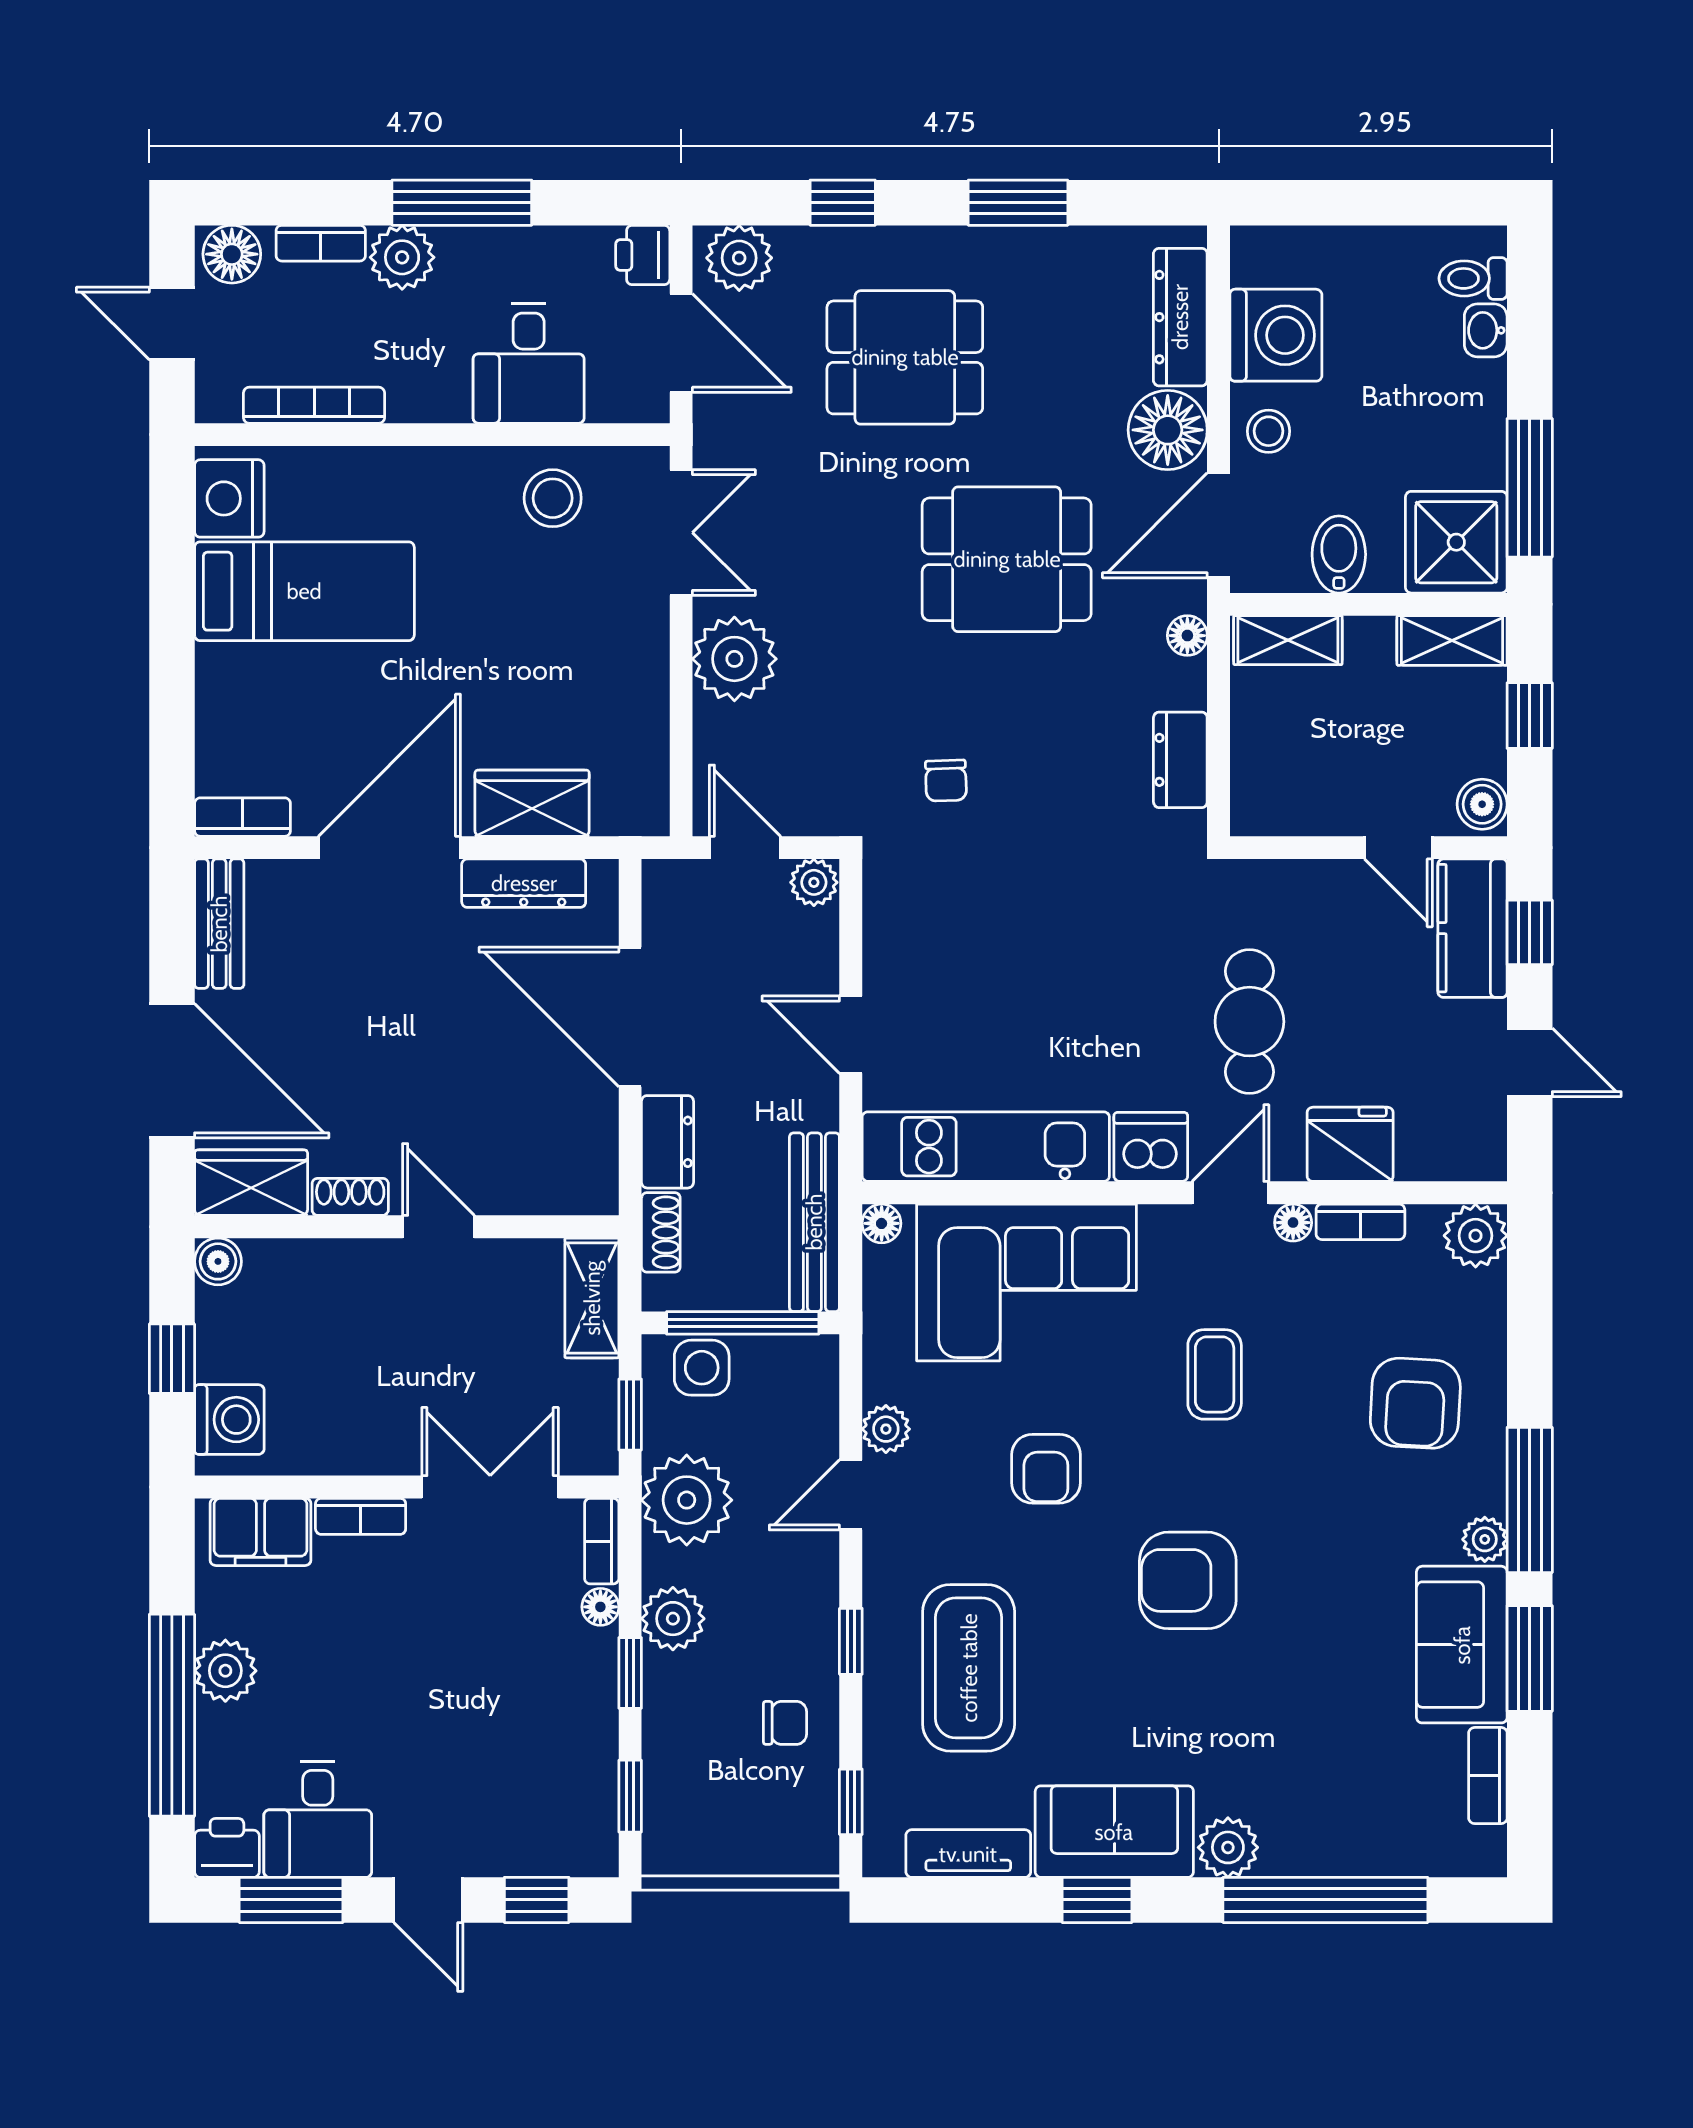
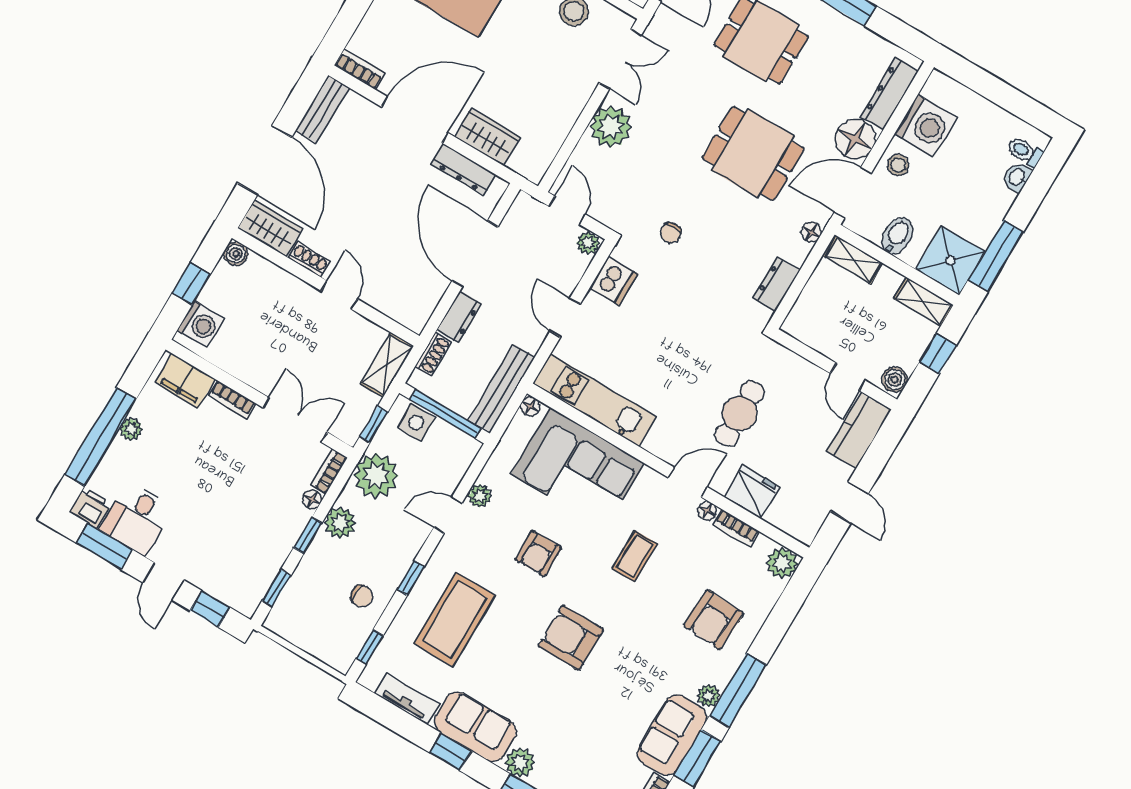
window: (1530, 932) -> (883, 447), removed
dishwasher: (1151, 1147) -> (614, 281), moved, turned 90
plant: (225, 1671) -> (131, 429), width x0.73, depth x0.73

